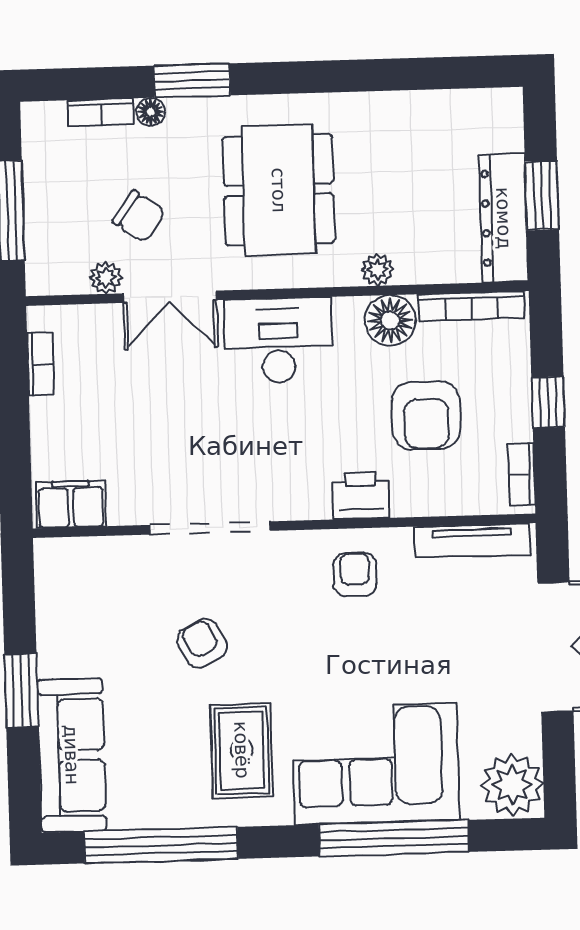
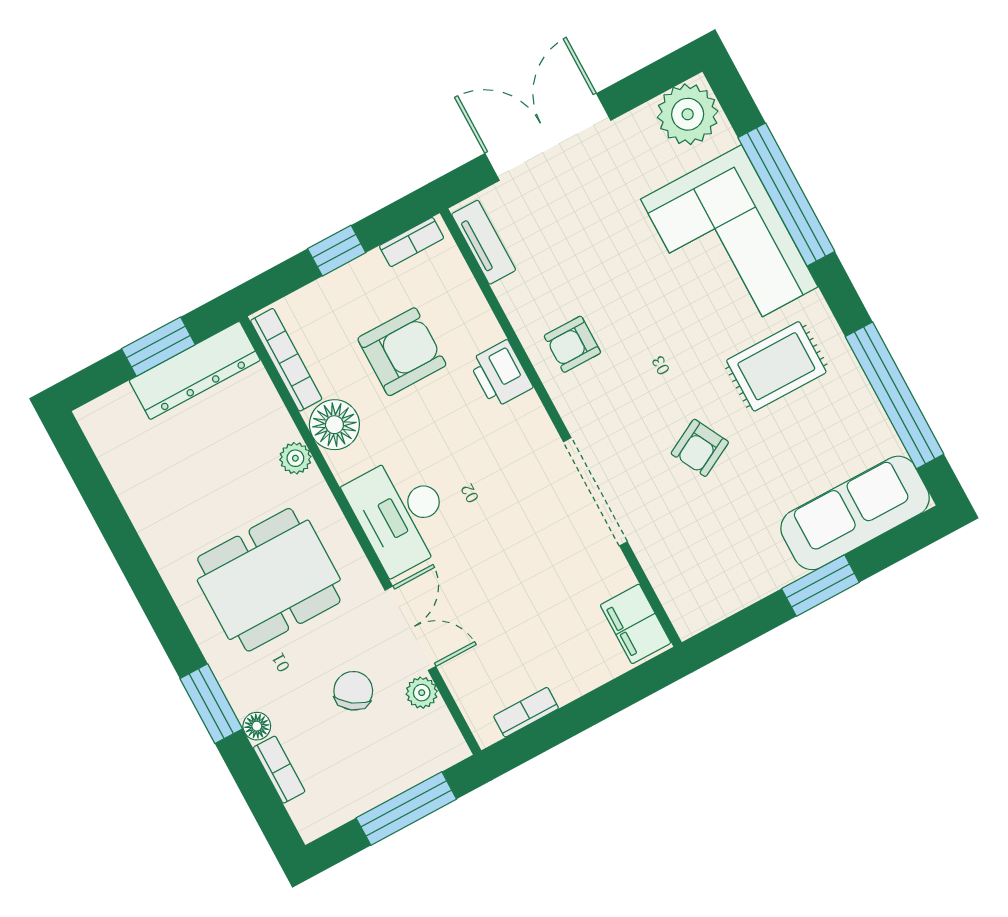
tv unit: (472, 541) -> (484, 242), width x0.71

